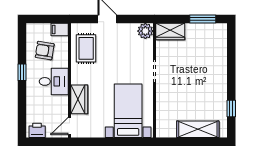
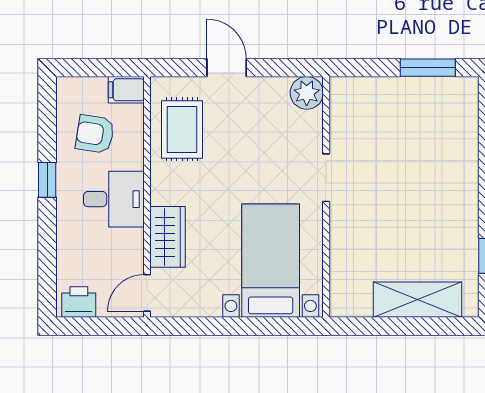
wardrobe: (170, 31) -> (359, 94), removed

